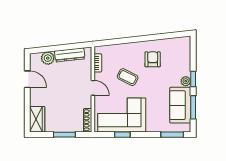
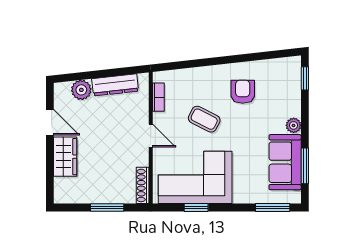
window: (193, 79) -> (305, 78), moved
wardrobe: (37, 119) -> (65, 157), moved

